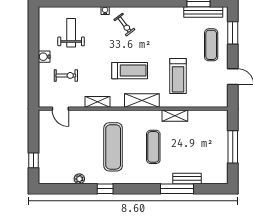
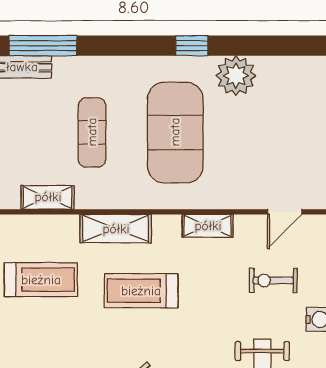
treadmill: (178, 76) -> (41, 280), turned 90
door: (60, 109) -> (285, 212), swing flipped
exercise mat: (113, 147) -> (175, 132), width x1.47
plant: (79, 179) -> (236, 76), width x1.88, depth x1.88

